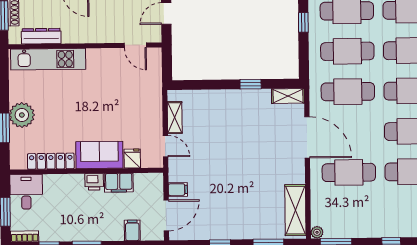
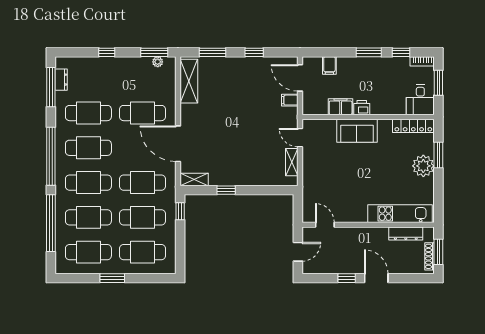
window: (303, 22) -> (180, 211), moved
fridge: (132, 159) -> (329, 127), removed
locker: (51, 161) -> (413, 126), moved
door: (166, 215) -> (300, 78), hinge flipped
plant: (317, 232) -> (158, 62), moved

